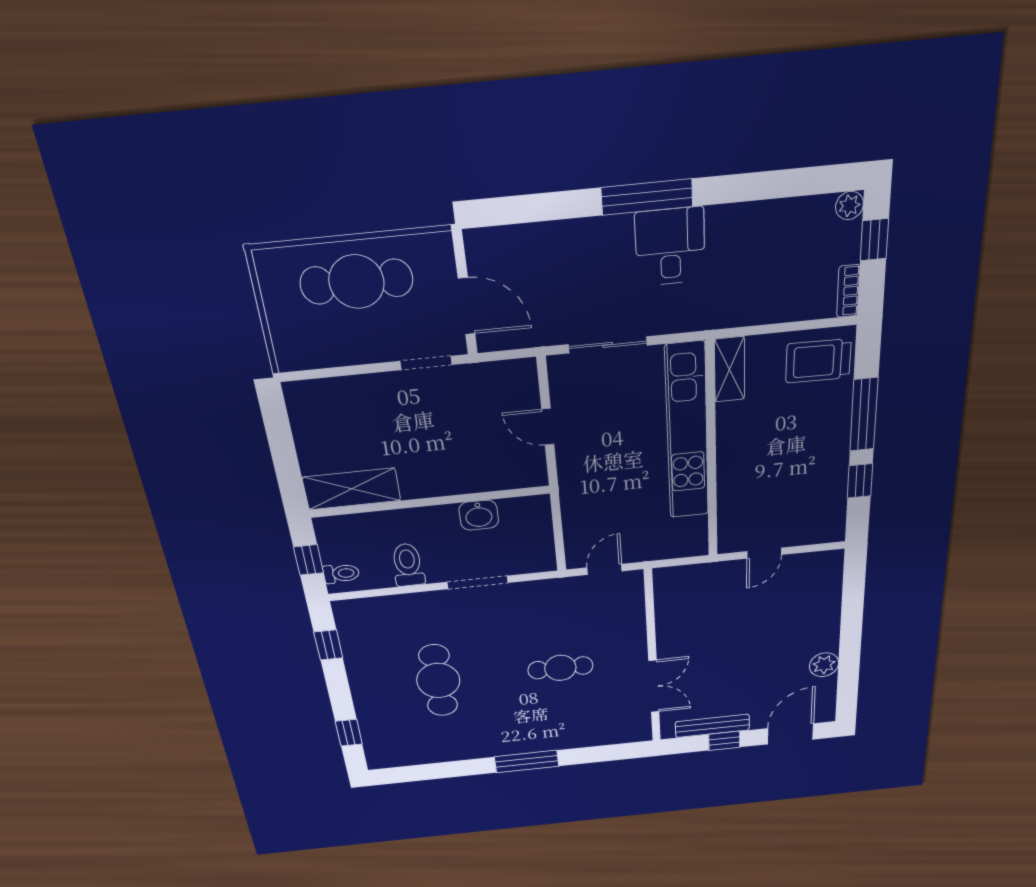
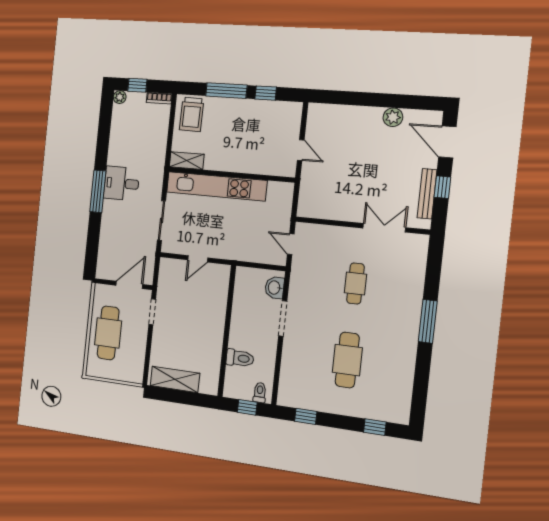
shelving: (352, 489) -> (175, 379), moved, turned 90
washbasin: (479, 515) -> (275, 288), moved, turned 180
toilet: (408, 565) -> (240, 358), moved, turned 180
cafe table: (438, 681) -> (347, 360), turned 90

